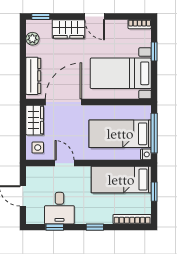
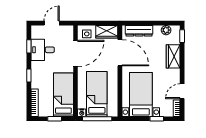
door: (95, 17) -> (182, 91), moved
door: (65, 163) -> (75, 53), width x1.88

